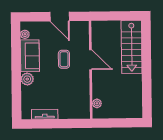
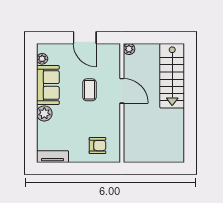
plant: (97, 103) -> (129, 49), moved
armchair: (71, 105) -> (97, 146), added
tv unit: (45, 114) -> (53, 157), moved

